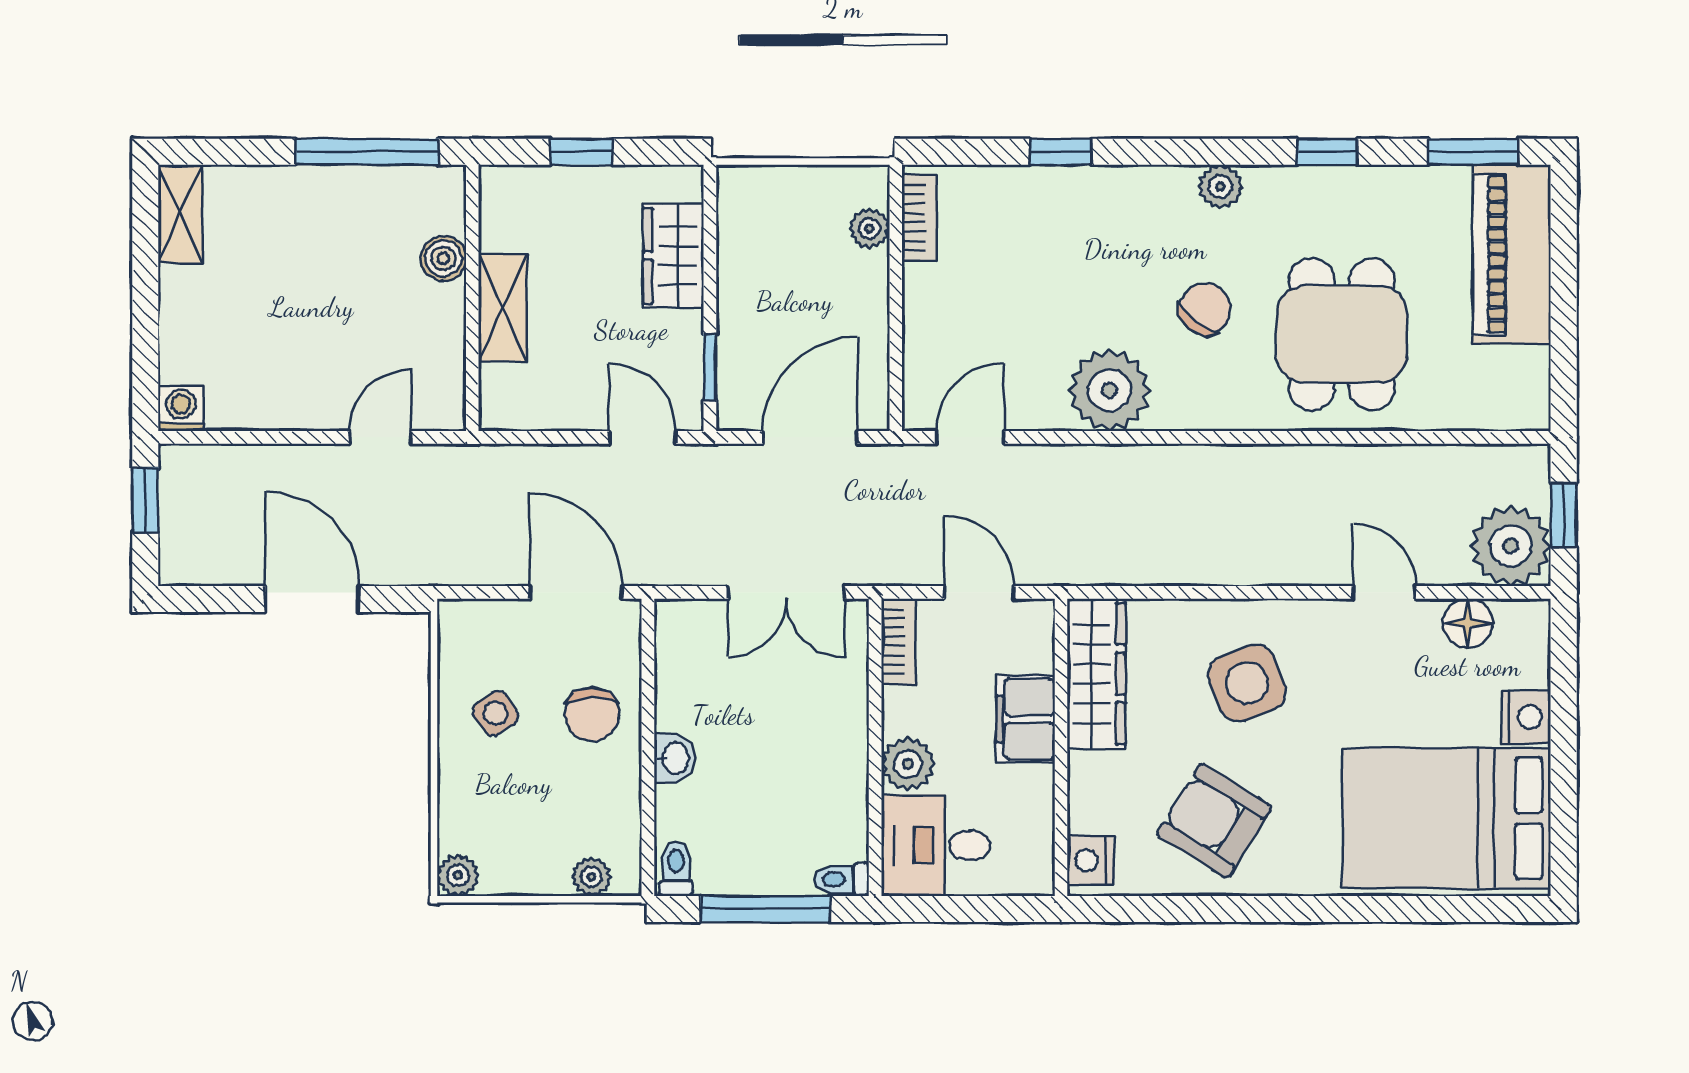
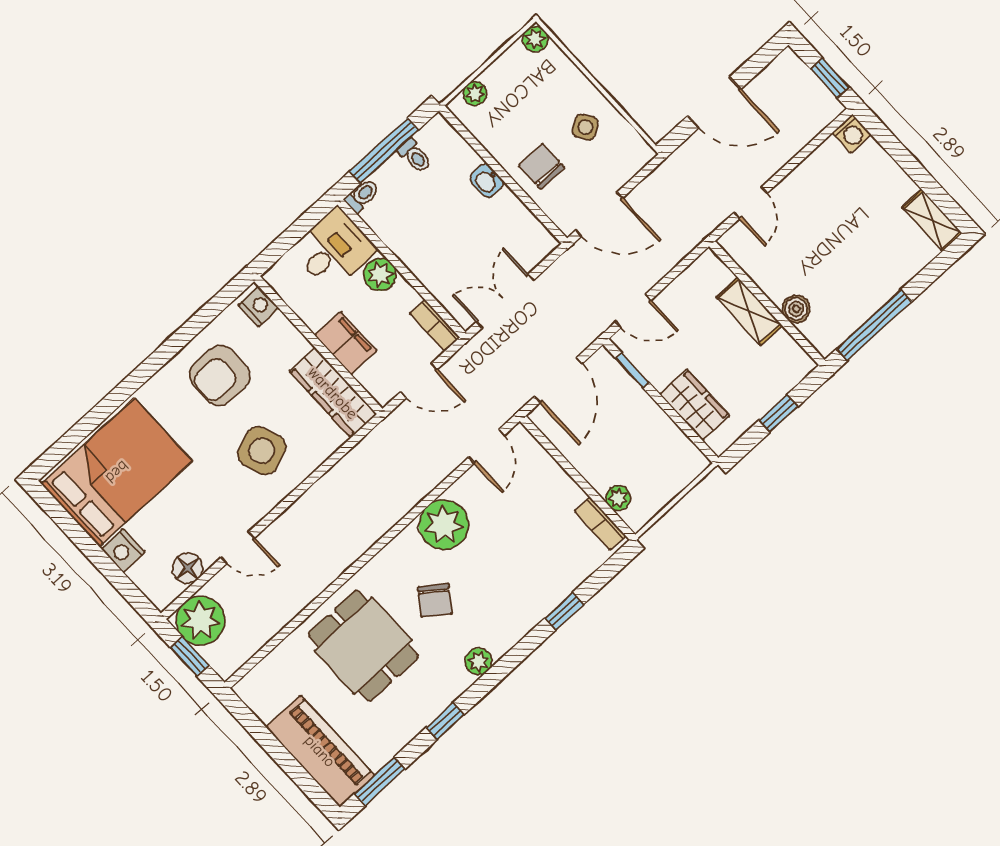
armchair: (1214, 821) -> (220, 375), turned 148
toilet: (676, 869) -> (415, 156), moved

